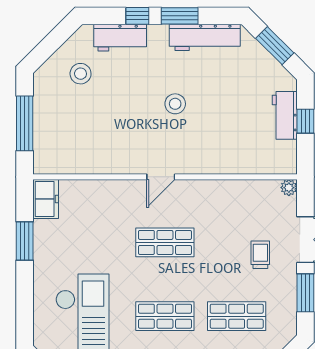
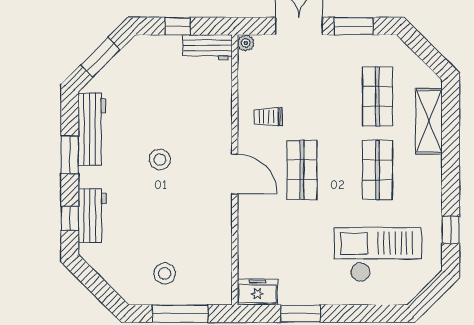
window: (137, 16) -> (70, 218), moved
stool: (81, 74) -> (165, 274), moved
workbench: (285, 115) -> (208, 47), moved
door: (161, 177) -> (235, 174), width x1.38
trolley: (260, 255) -> (268, 117), moved

